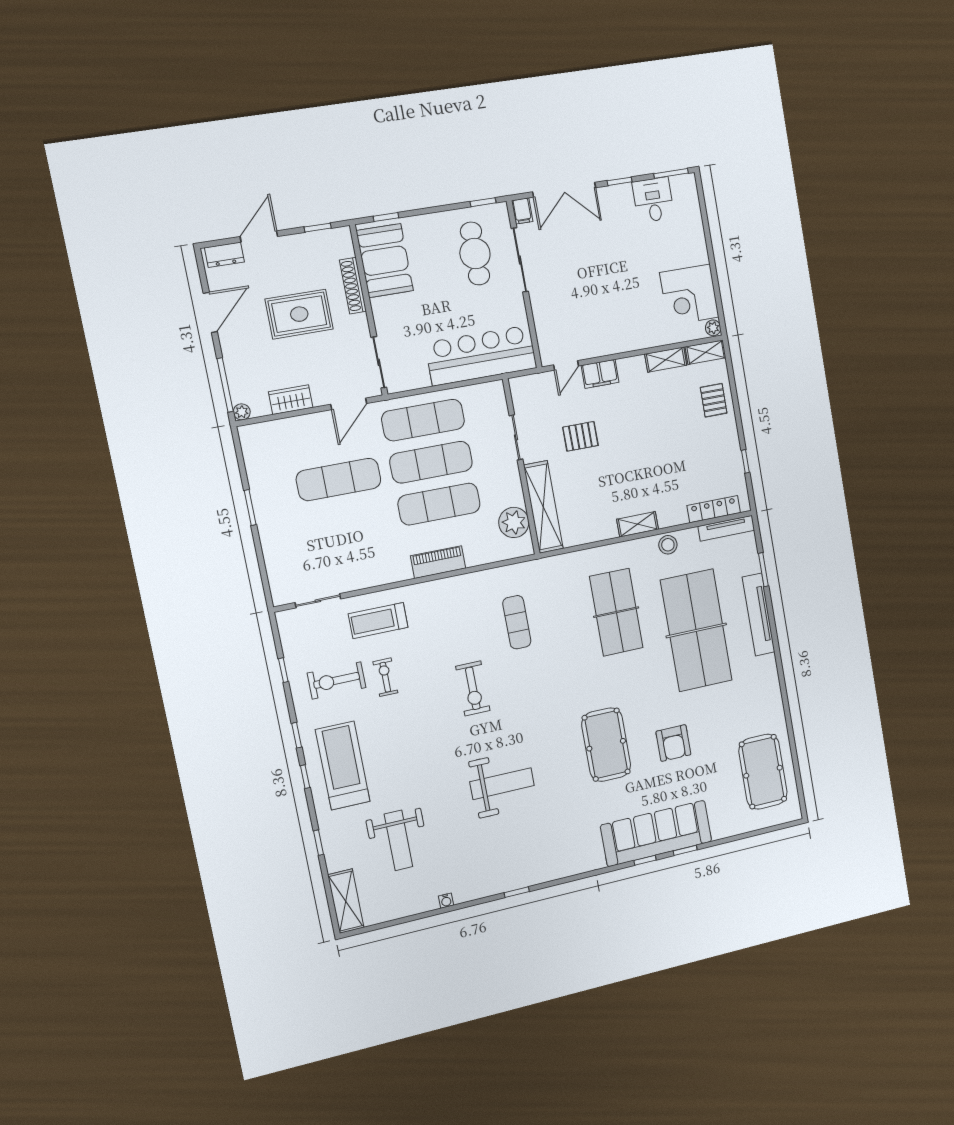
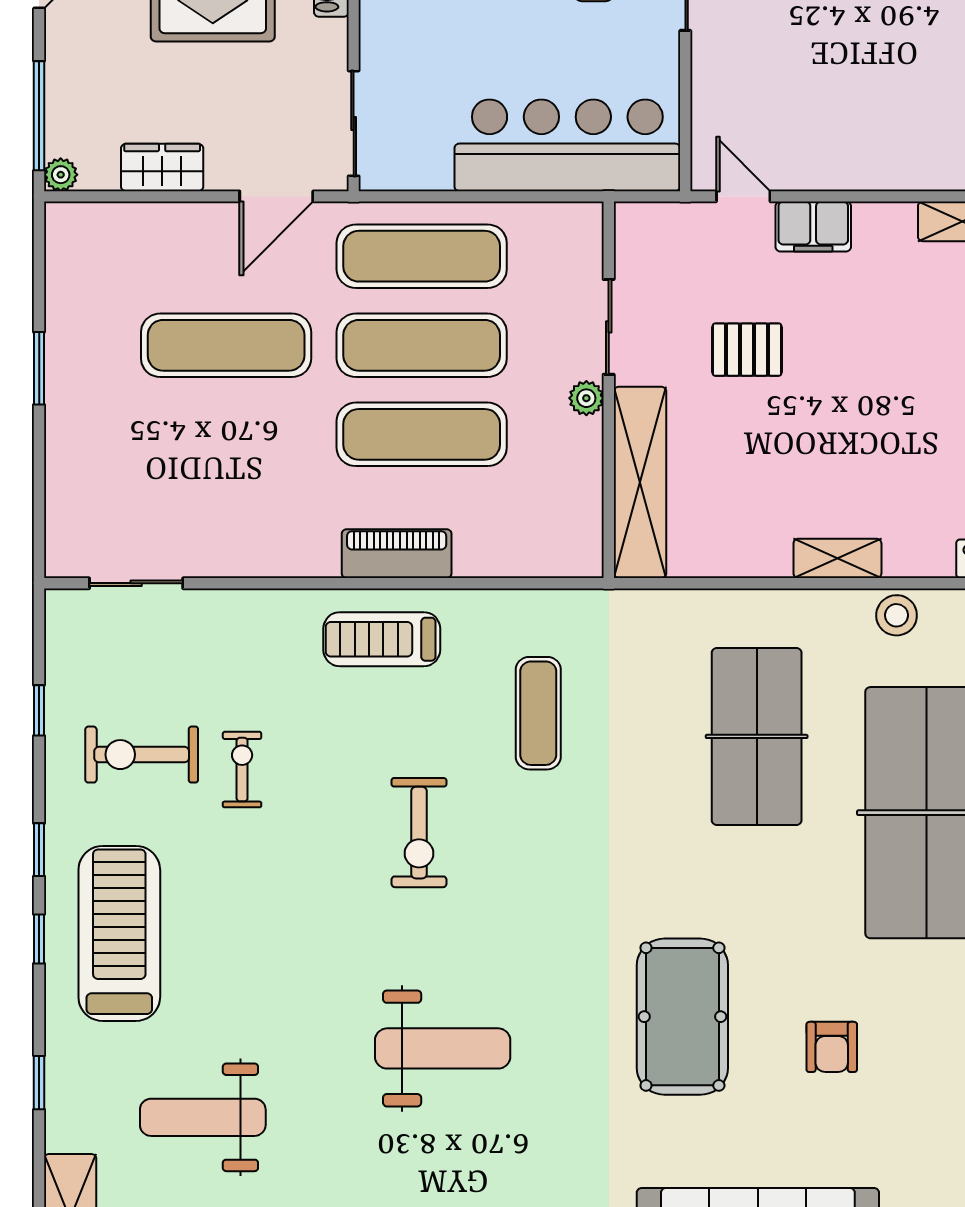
door: (566, 365) -> (743, 196), swing flipped
plant: (514, 522) -> (586, 398), moved, width x0.53, depth x0.53
treadmill: (378, 621) -> (382, 639), moved
armchair: (673, 743) -> (832, 1047), width x0.72, depth x0.72
weight bench: (398, 840) -> (203, 1117), turned 90

